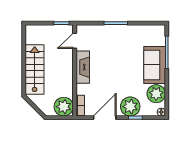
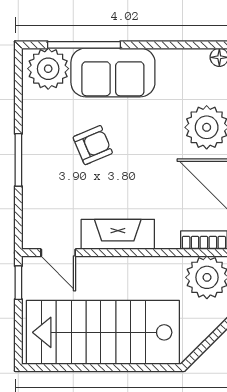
armchair: (122, 56) -> (93, 145), added
stairs: (35, 70) -> (103, 332), width x1.36, depth x1.51
plant: (156, 94) -> (48, 69), moved

